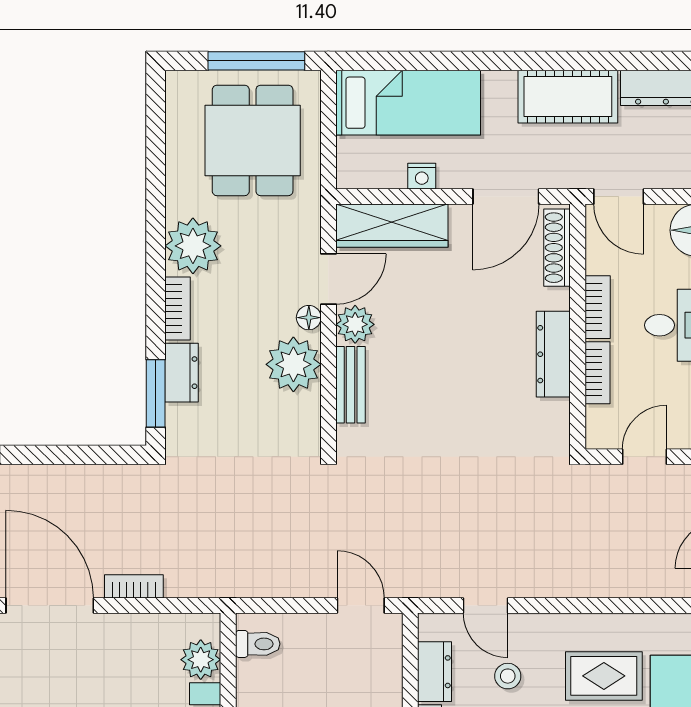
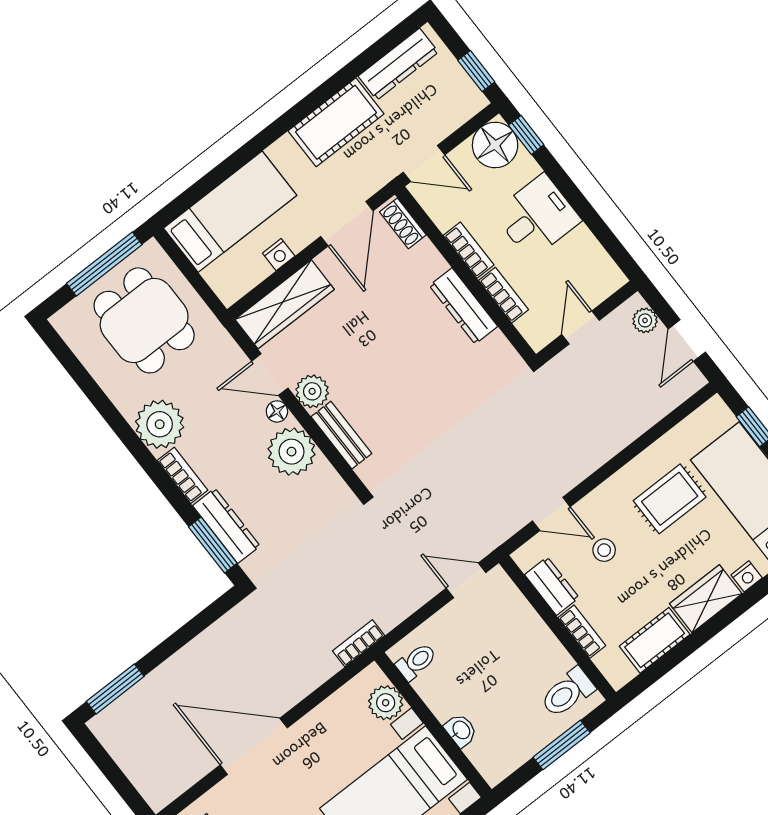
shoe rack: (557, 248) -> (403, 223), width x0.70
door: (328, 279) -> (270, 375), swing flipped
dresser: (182, 373) -> (226, 526), width x1.44
bookcase: (134, 586) -> (359, 643), moved

